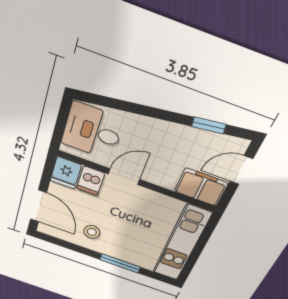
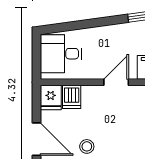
door: (124, 177) -> (116, 82), moved

